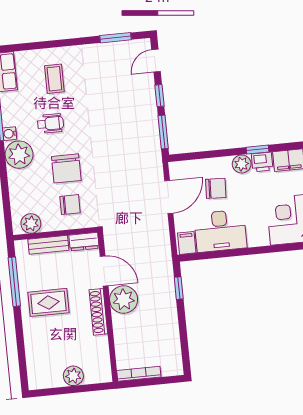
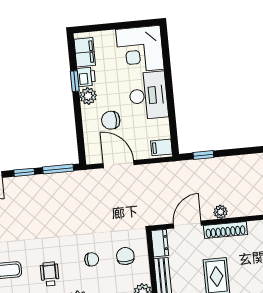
chair: (66, 168) -> (92, 259), width x0.54, depth x0.54
chair: (216, 188) -> (111, 120), turned -93
desk: (220, 231) -> (148, 95), moved
plant: (124, 300) -> (221, 212), width x0.53, depth x0.53

